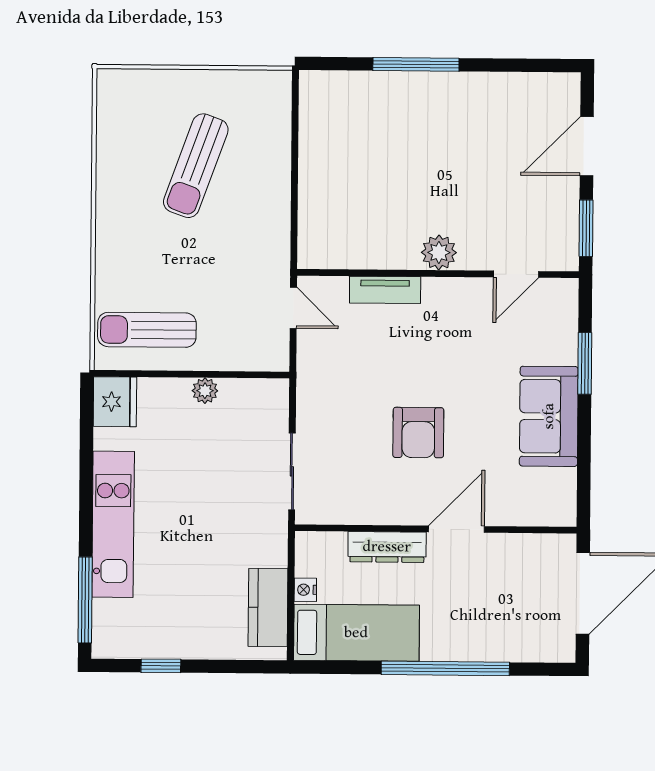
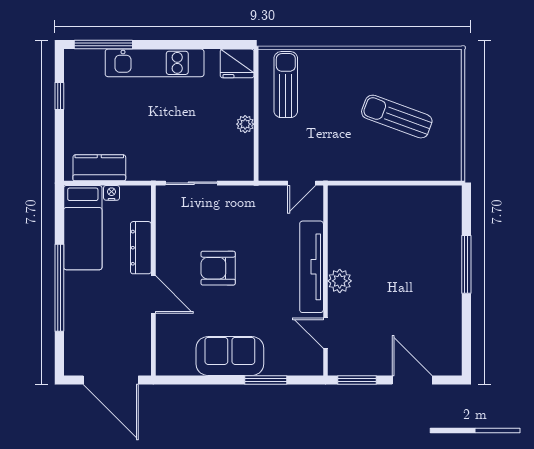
tv unit: (385, 290) -> (312, 267), width x1.92, depth x1.29

